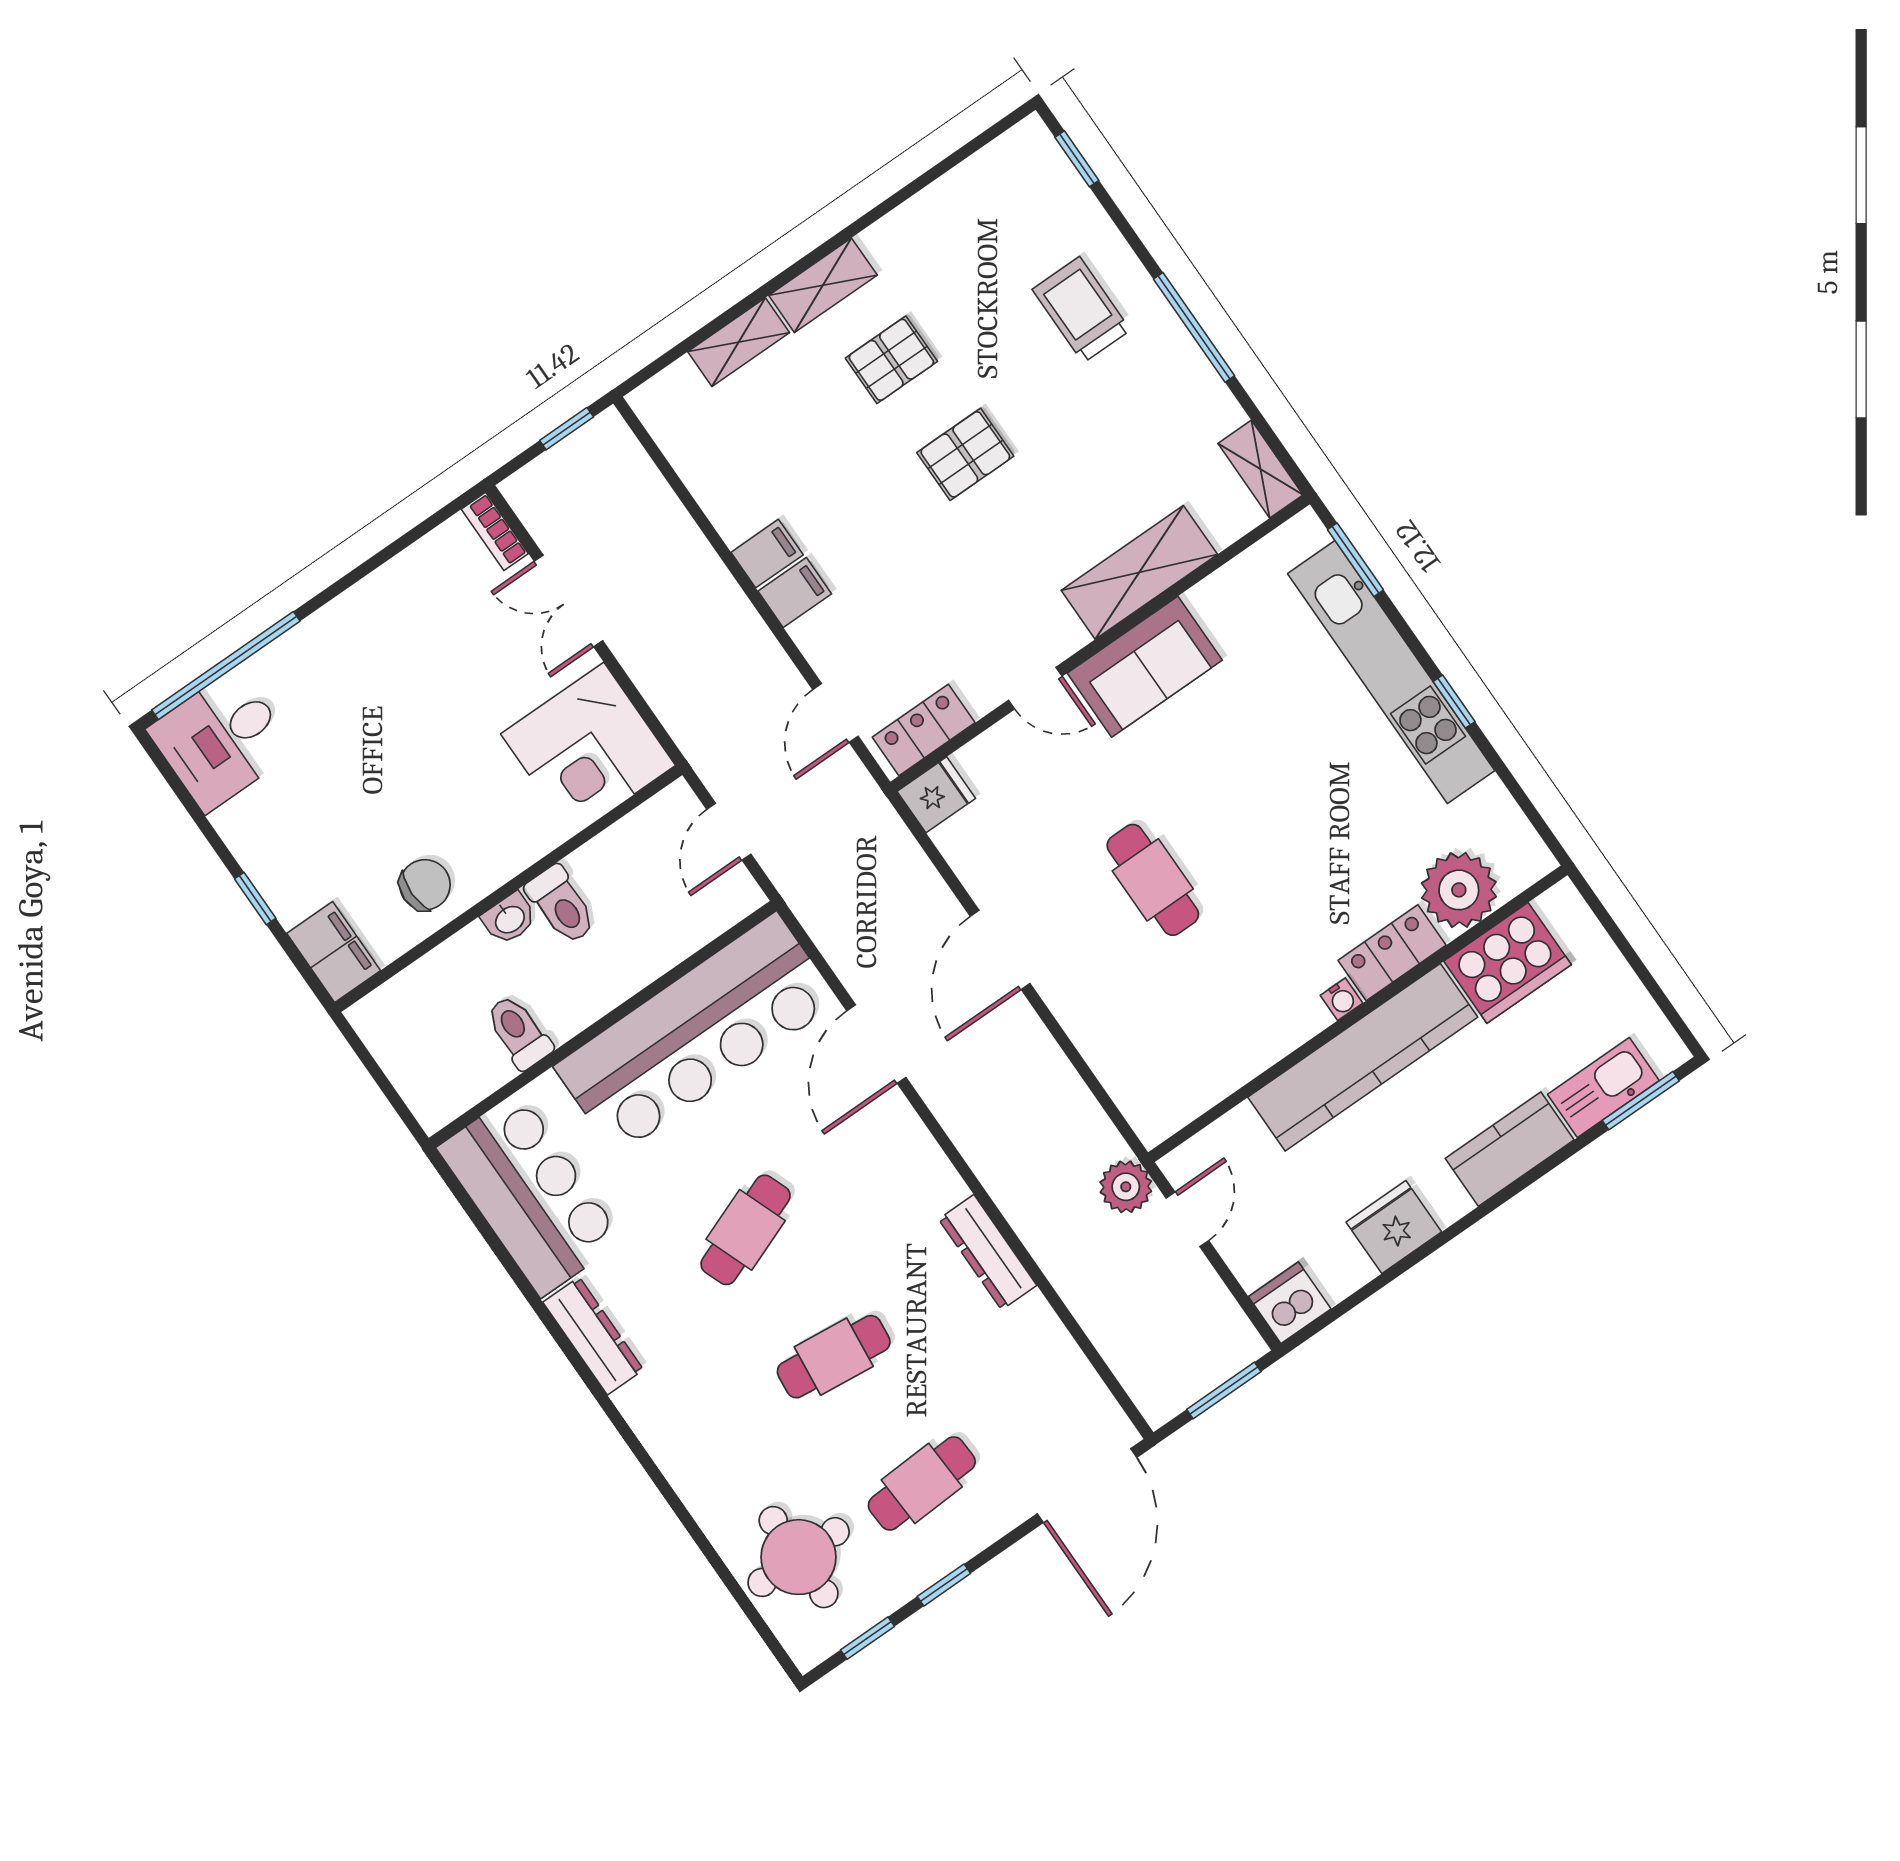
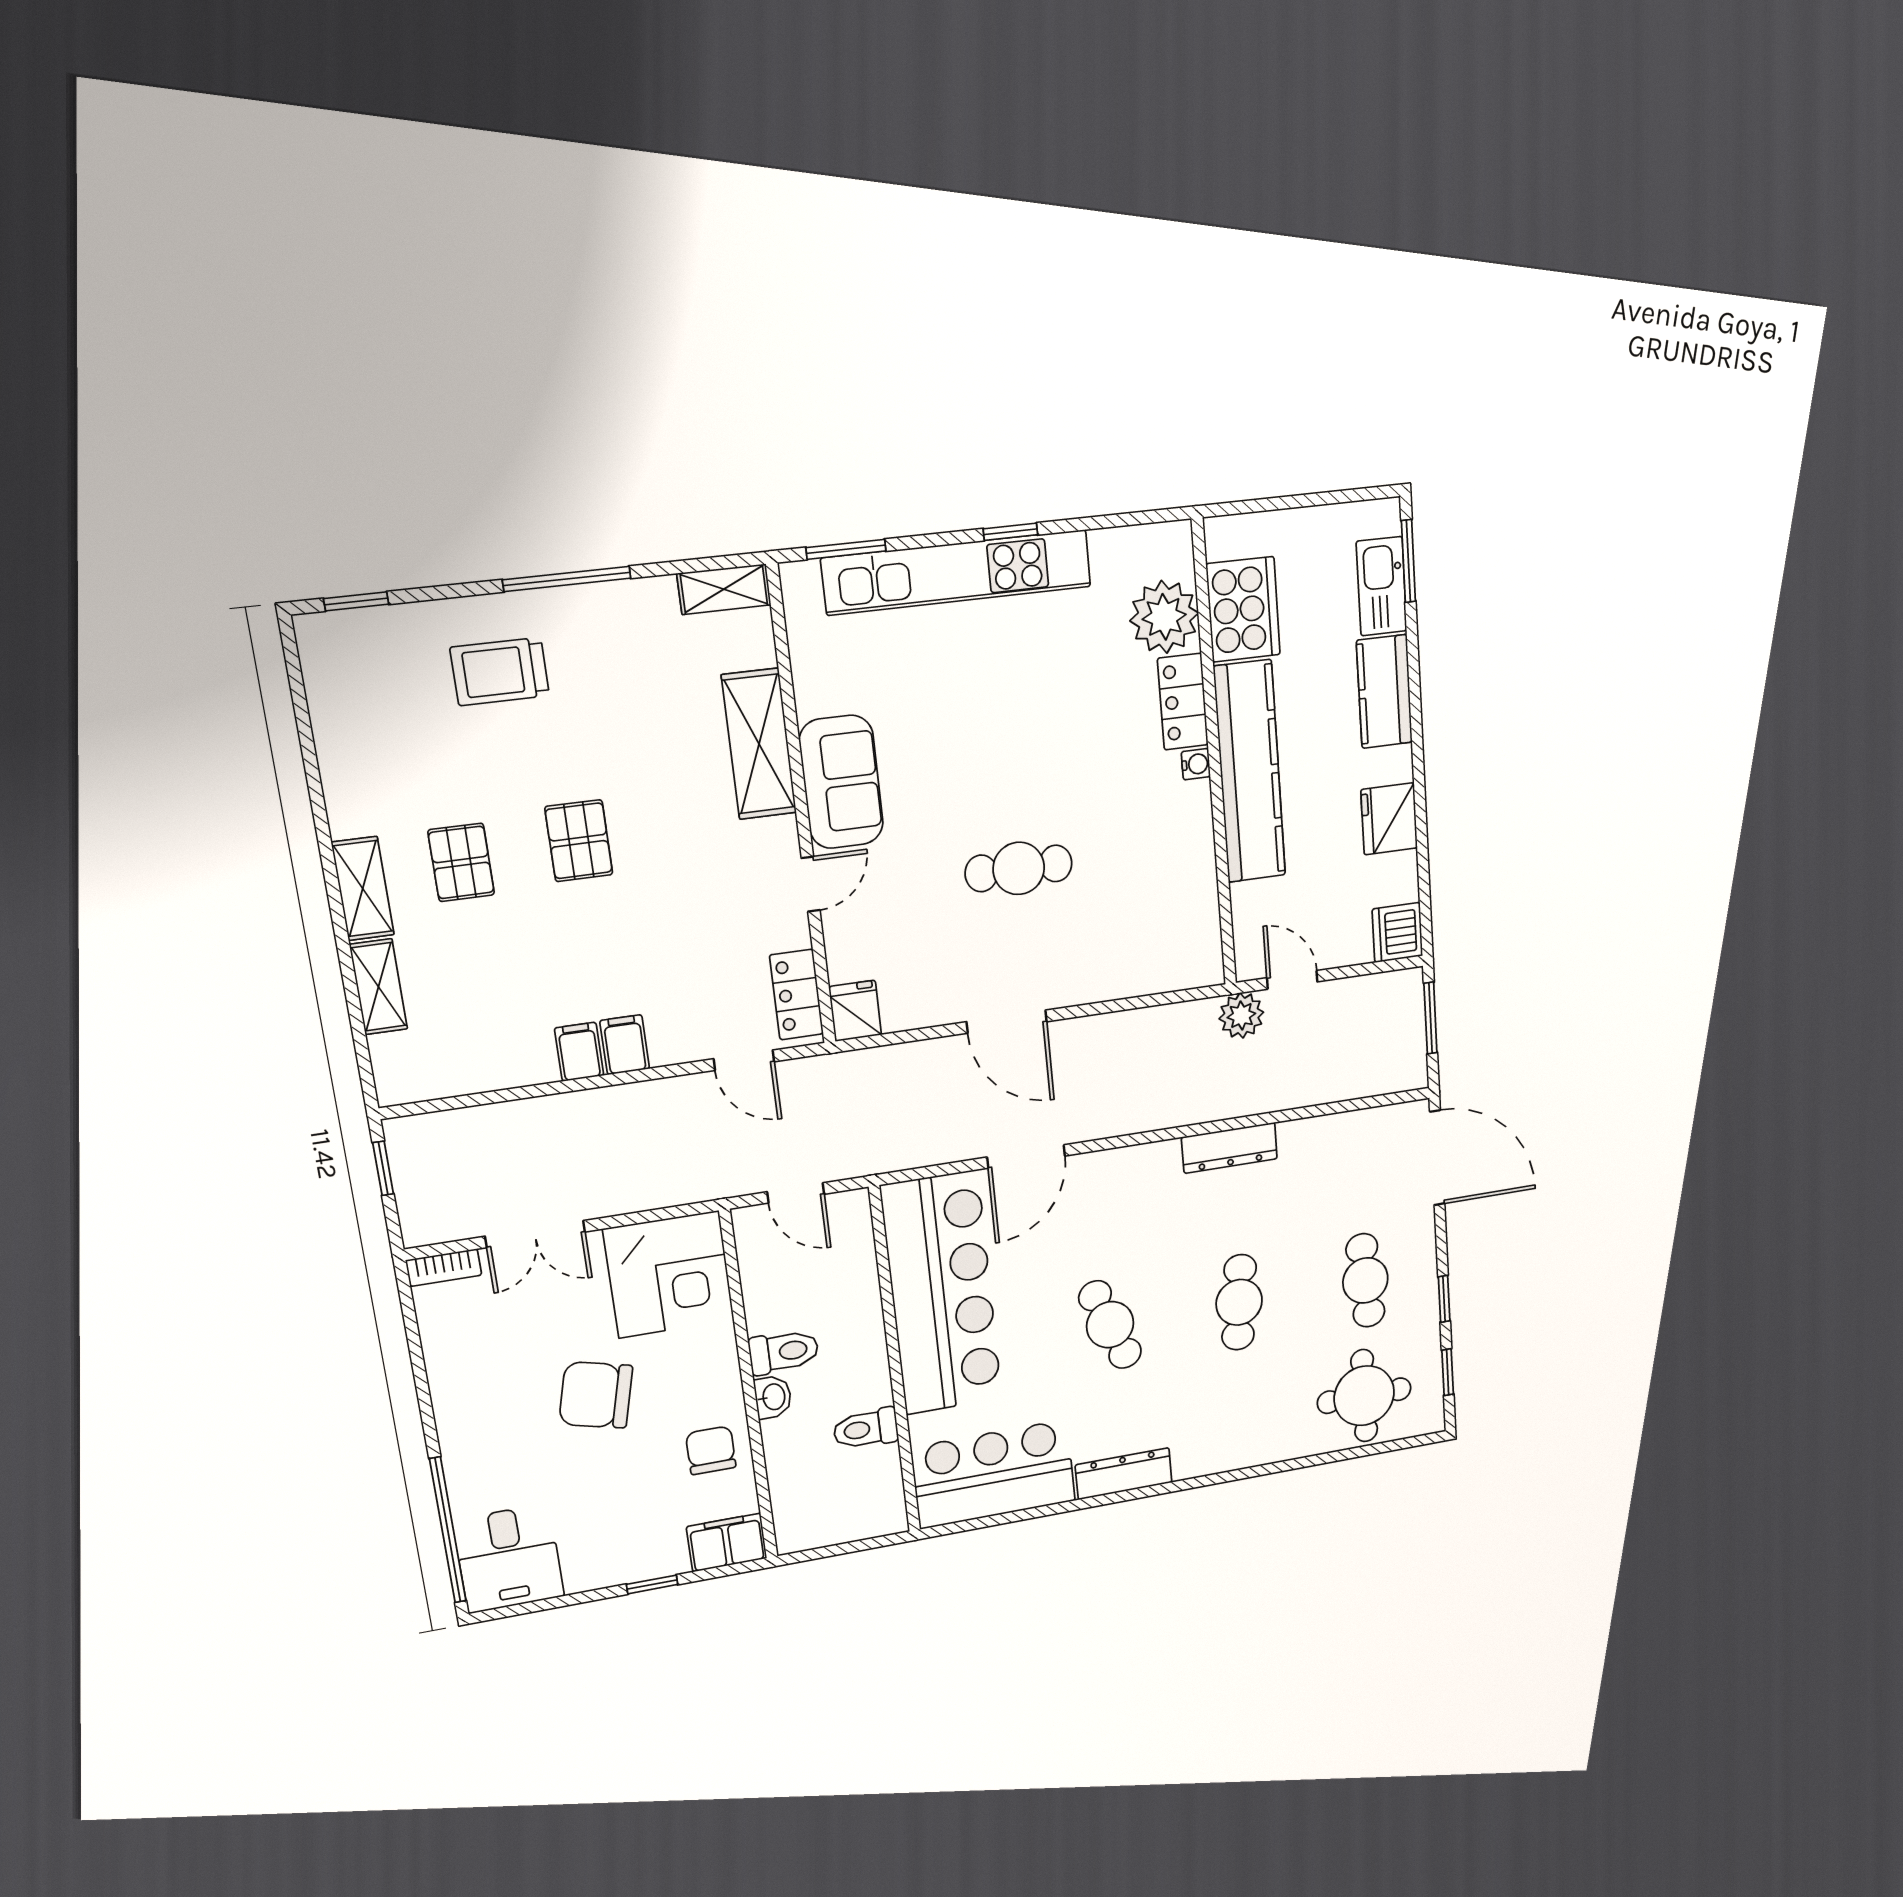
chair: (432, 741) -> (596, 1395), added
door: (876, 1044) -> (1026, 1157), hinge flipped

